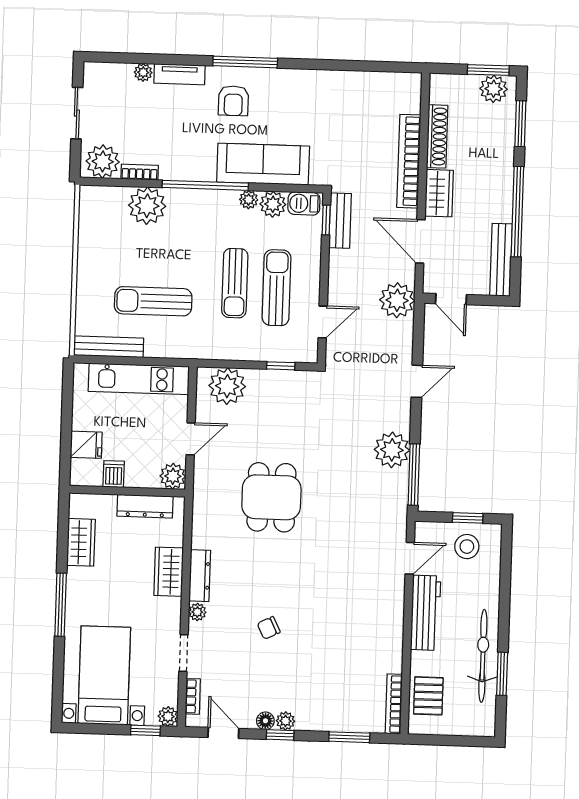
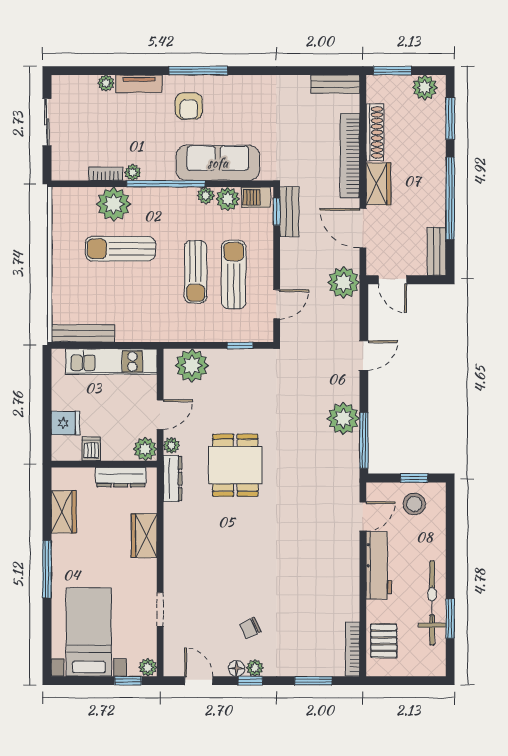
window: (488, 70) -> (393, 71), moved
bench: (395, 82) -> (335, 84), added
plant: (103, 161) -> (133, 172), moved, width x0.53, depth x0.53
bench: (501, 260) -> (437, 251), width x0.73
sun lounger: (153, 301) -> (120, 249), moved
dresser: (200, 576) -> (173, 479), moved
plant: (197, 612) -> (171, 445), moved
chair: (269, 628) -> (250, 628), moved
bookcase: (193, 696) -> (170, 648), removed

